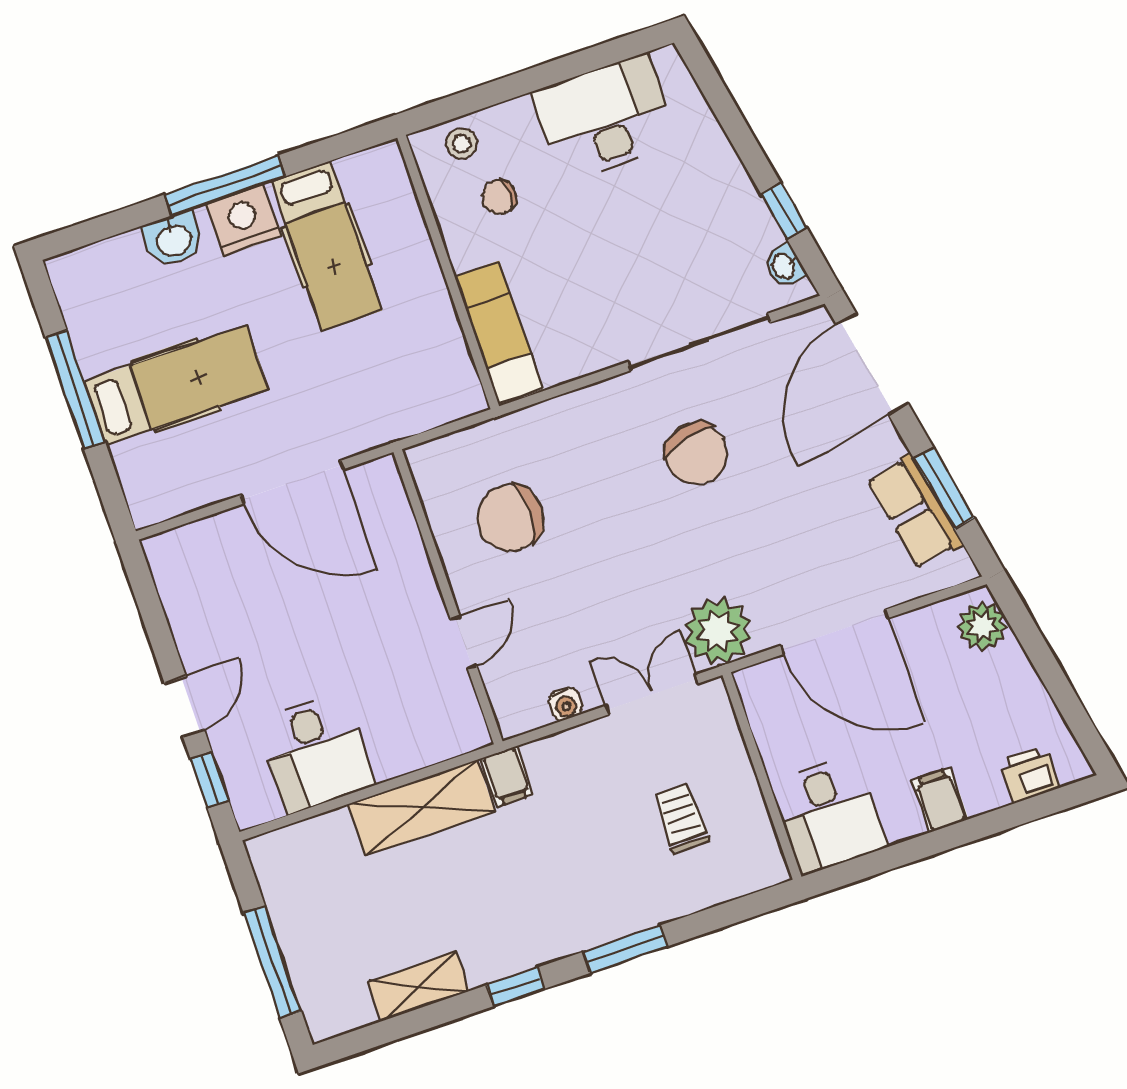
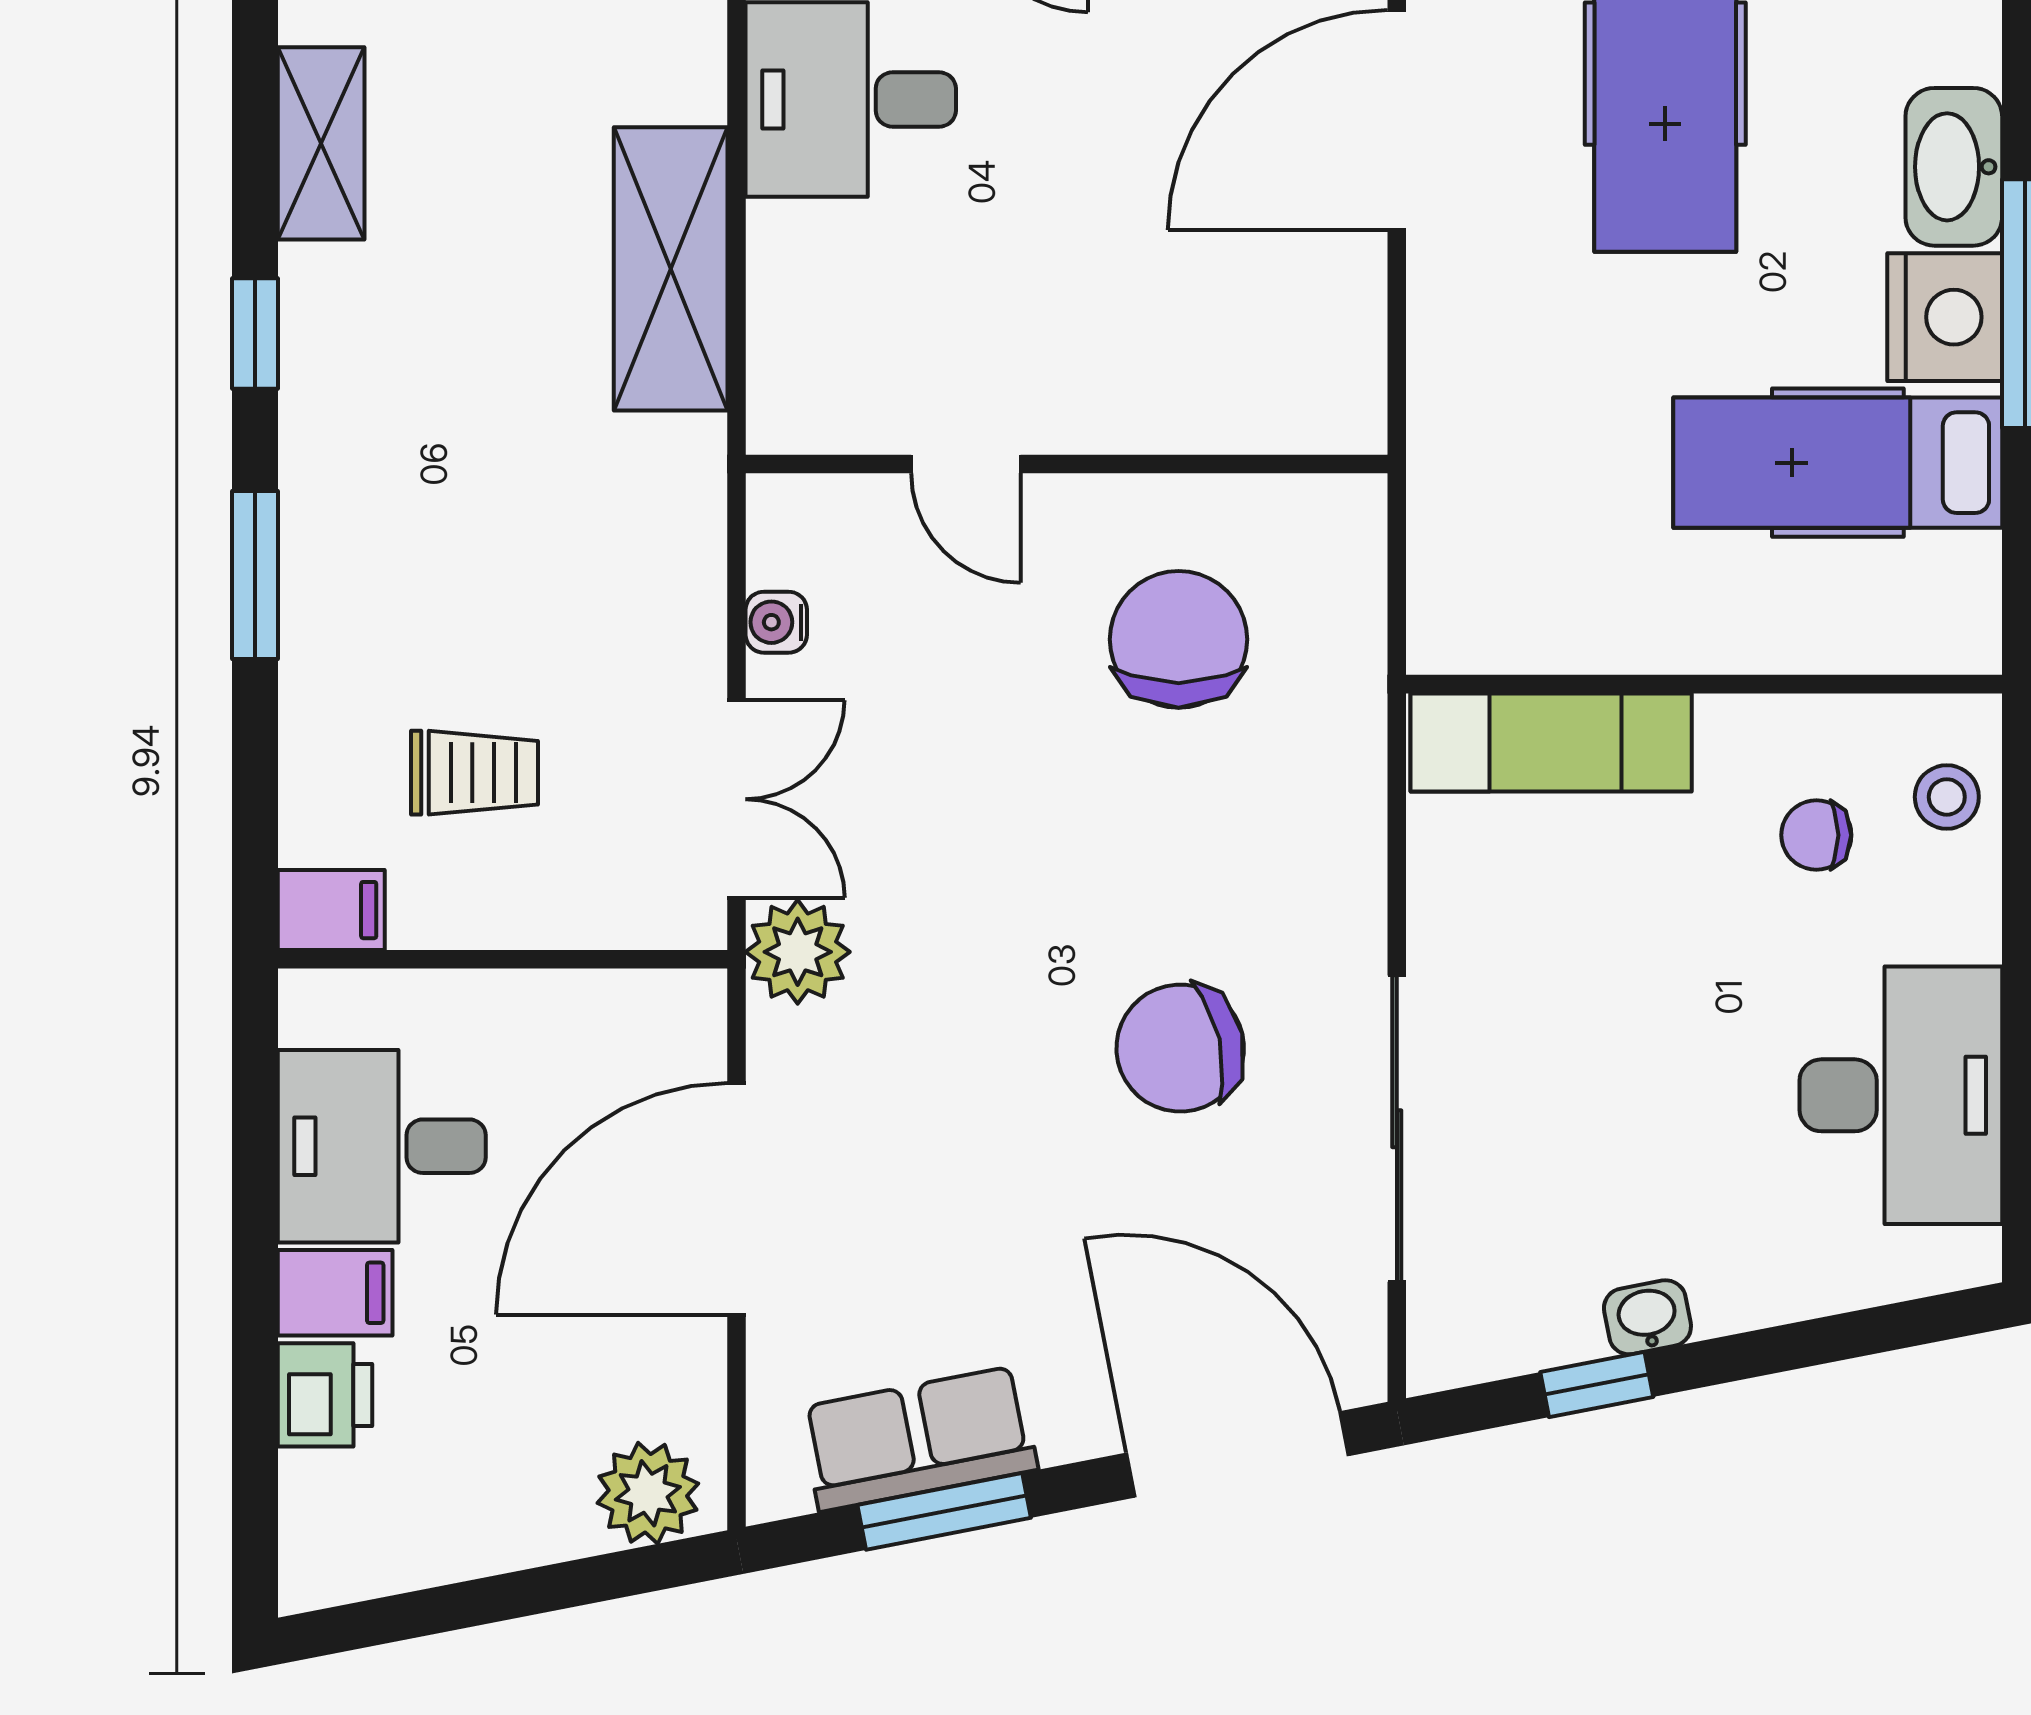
chair: (499, 197) -> (1816, 835), turned -90
washbasin: (173, 239) -> (1954, 167), width x1.38
washbasin: (784, 266) -> (1647, 1317), moved
door: (292, 482) -> (1397, 120), moved
plant: (718, 631) -> (798, 952), width x0.73, depth x0.73
printer: (1029, 774) -> (325, 1395), moved
filing cabinet: (507, 777) -> (331, 910), moved, turned 180
desk: (829, 814) -> (382, 1146), moved

